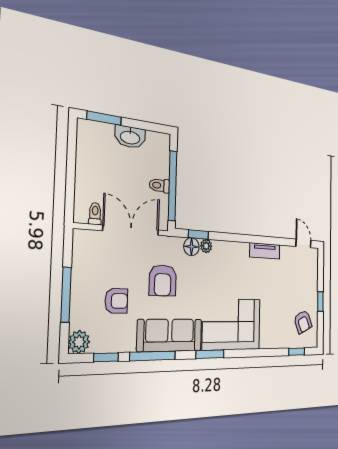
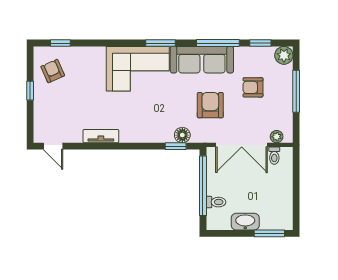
toilet: (159, 185) -> (216, 202), moved
plant: (206, 246) -> (277, 137), moved

